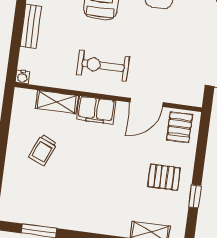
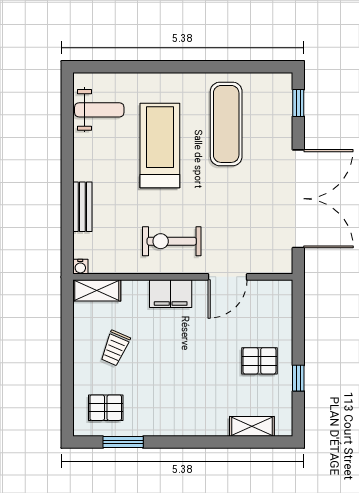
shelving: (57, 102) -> (97, 290), moved
pallet: (179, 127) -> (106, 408), moved, turned 90

